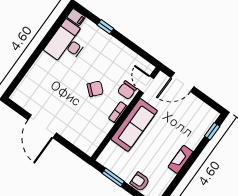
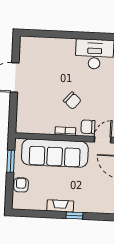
sofa: (134, 125) -> (55, 153), width x1.36, depth x1.27
window: (212, 131) -> (74, 215), moved

